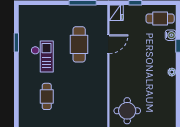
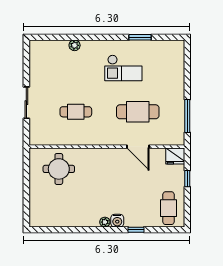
water cooler: (171, 35) -> (117, 221), moved
cafe table: (47, 96) -> (76, 112), moved
plant: (23, 98) -> (75, 45), added

